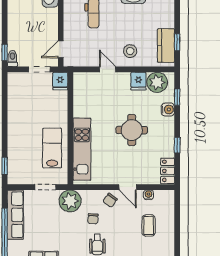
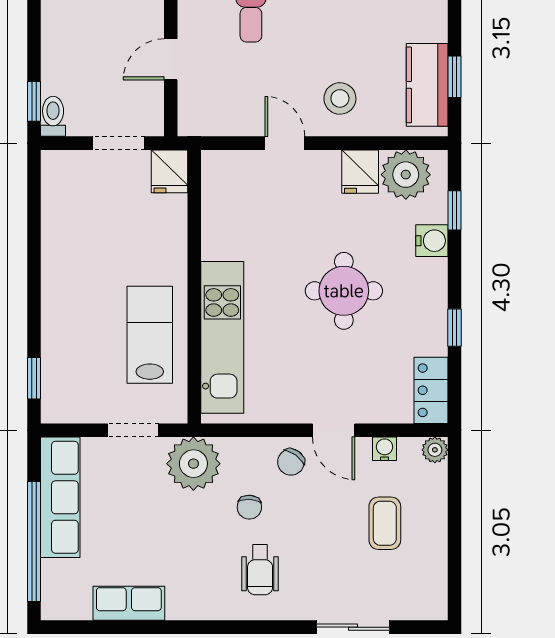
door: (61, 49) -> (171, 59), moved
plant: (169, 195) -> (435, 450), added

